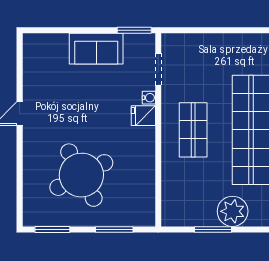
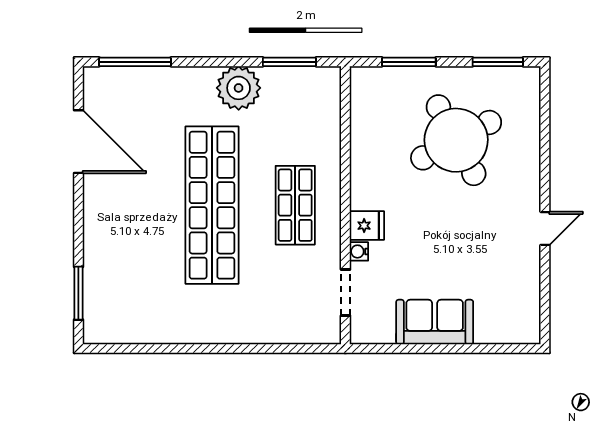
window: (134, 30) -> (380, 348), removed
window: (213, 229) -> (289, 62), moved

